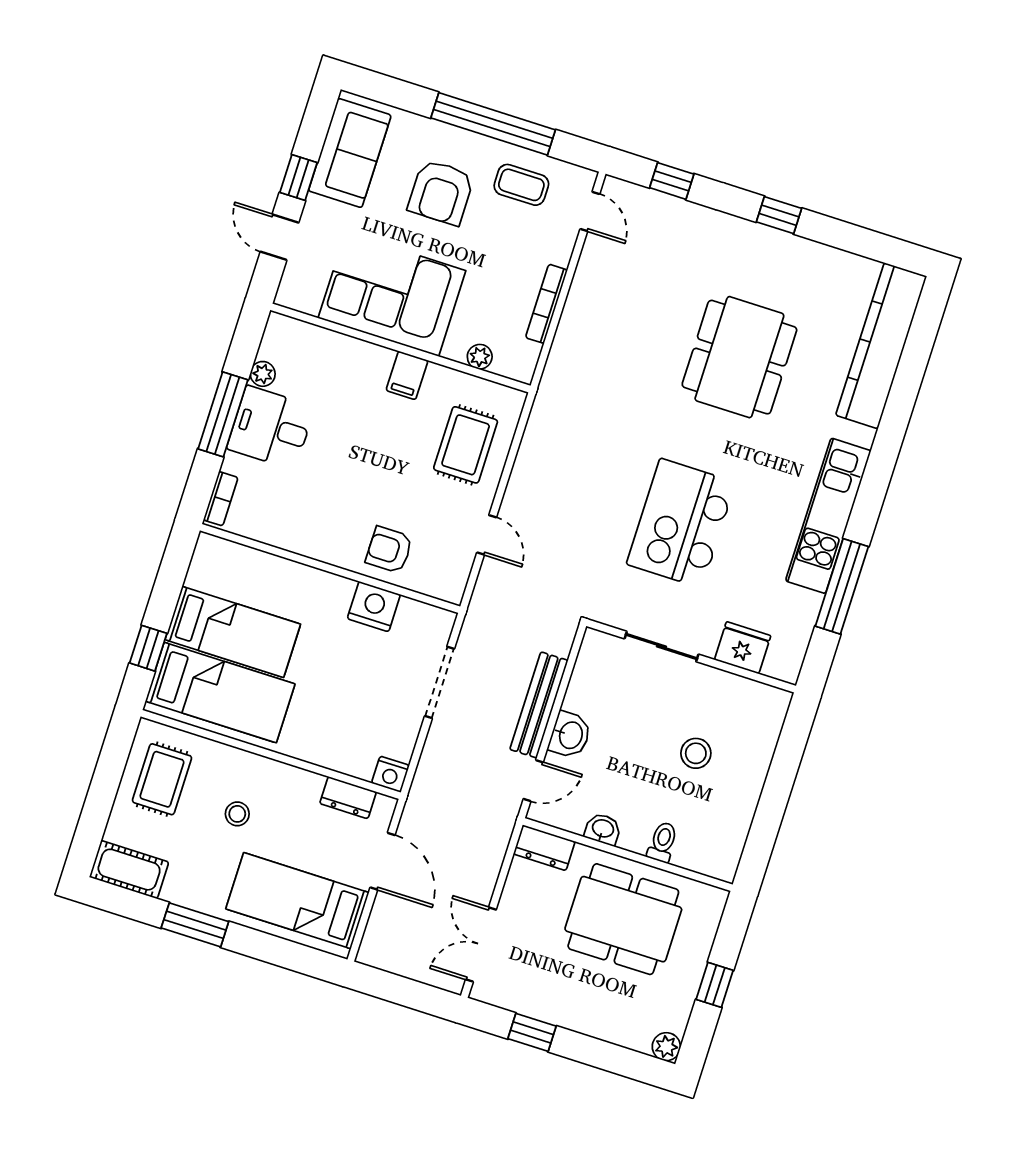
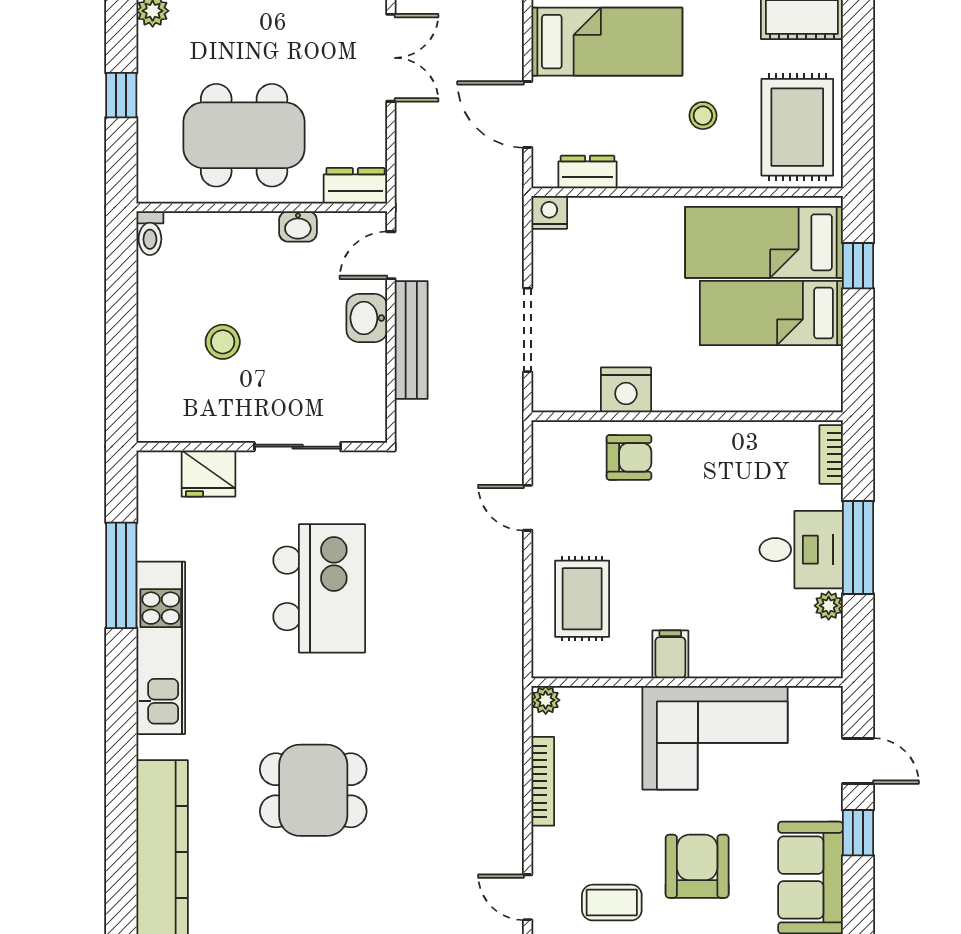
plant: (480, 357) -> (546, 700), moved
dining table: (739, 357) -> (313, 790), width x0.73
rug: (162, 779) -> (797, 127), width x1.36, depth x1.43
toilet: (662, 842) -> (150, 233), moved

